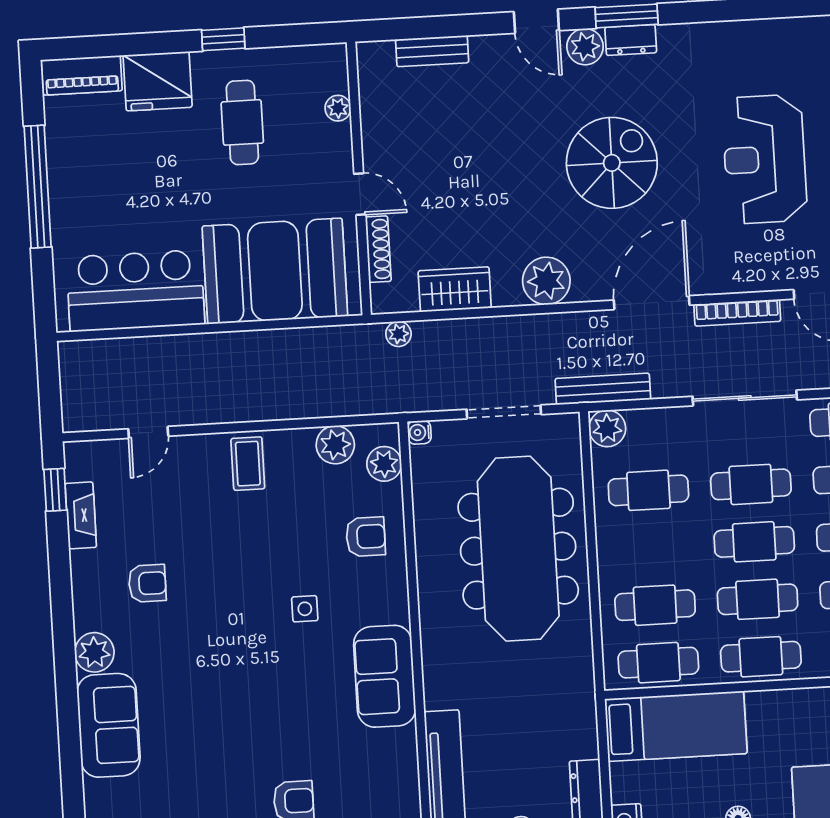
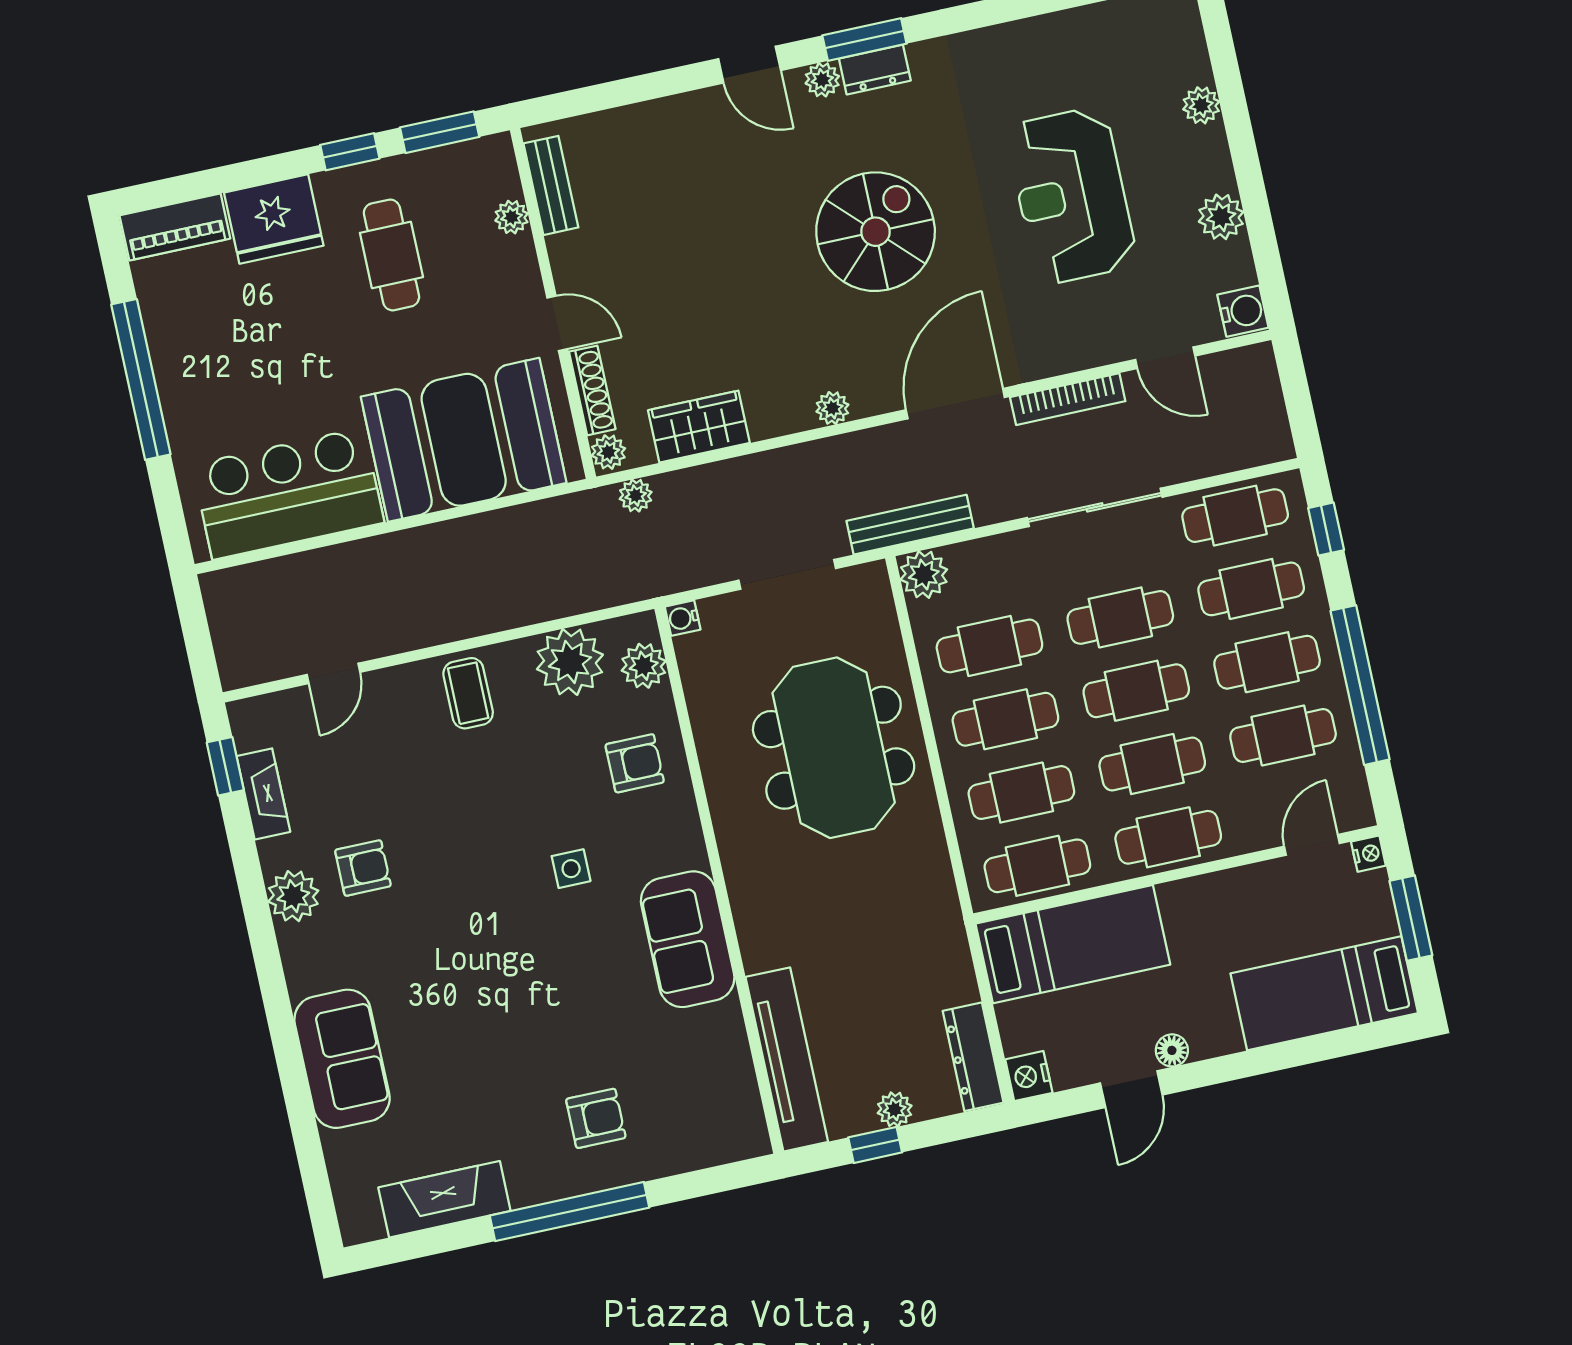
window: (294, 35) -> (440, 132), added
plant: (585, 47) -> (822, 80), width x0.73, depth x0.73
bench: (432, 51) -> (551, 185), moved, turned 90
plant: (546, 281) -> (832, 408), width x0.53, depth x0.53
plant: (383, 298) -> (608, 452), added
plant: (335, 445) -> (570, 662), width x1.36, depth x1.36
cafe table: (652, 548) -> (1005, 719), added
meeting table: (518, 549) -> (834, 748), width x0.73
plant: (94, 652) -> (293, 896), moved

